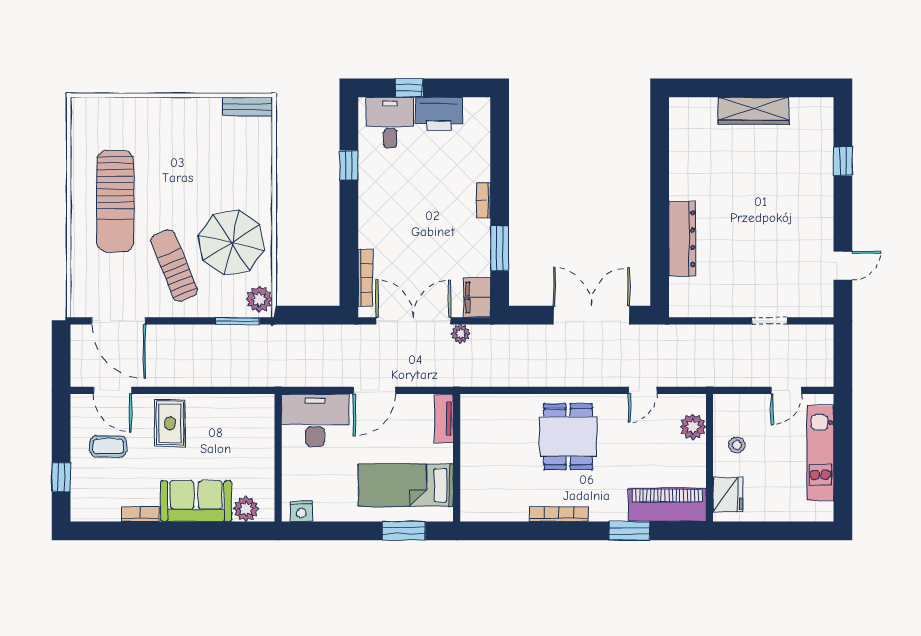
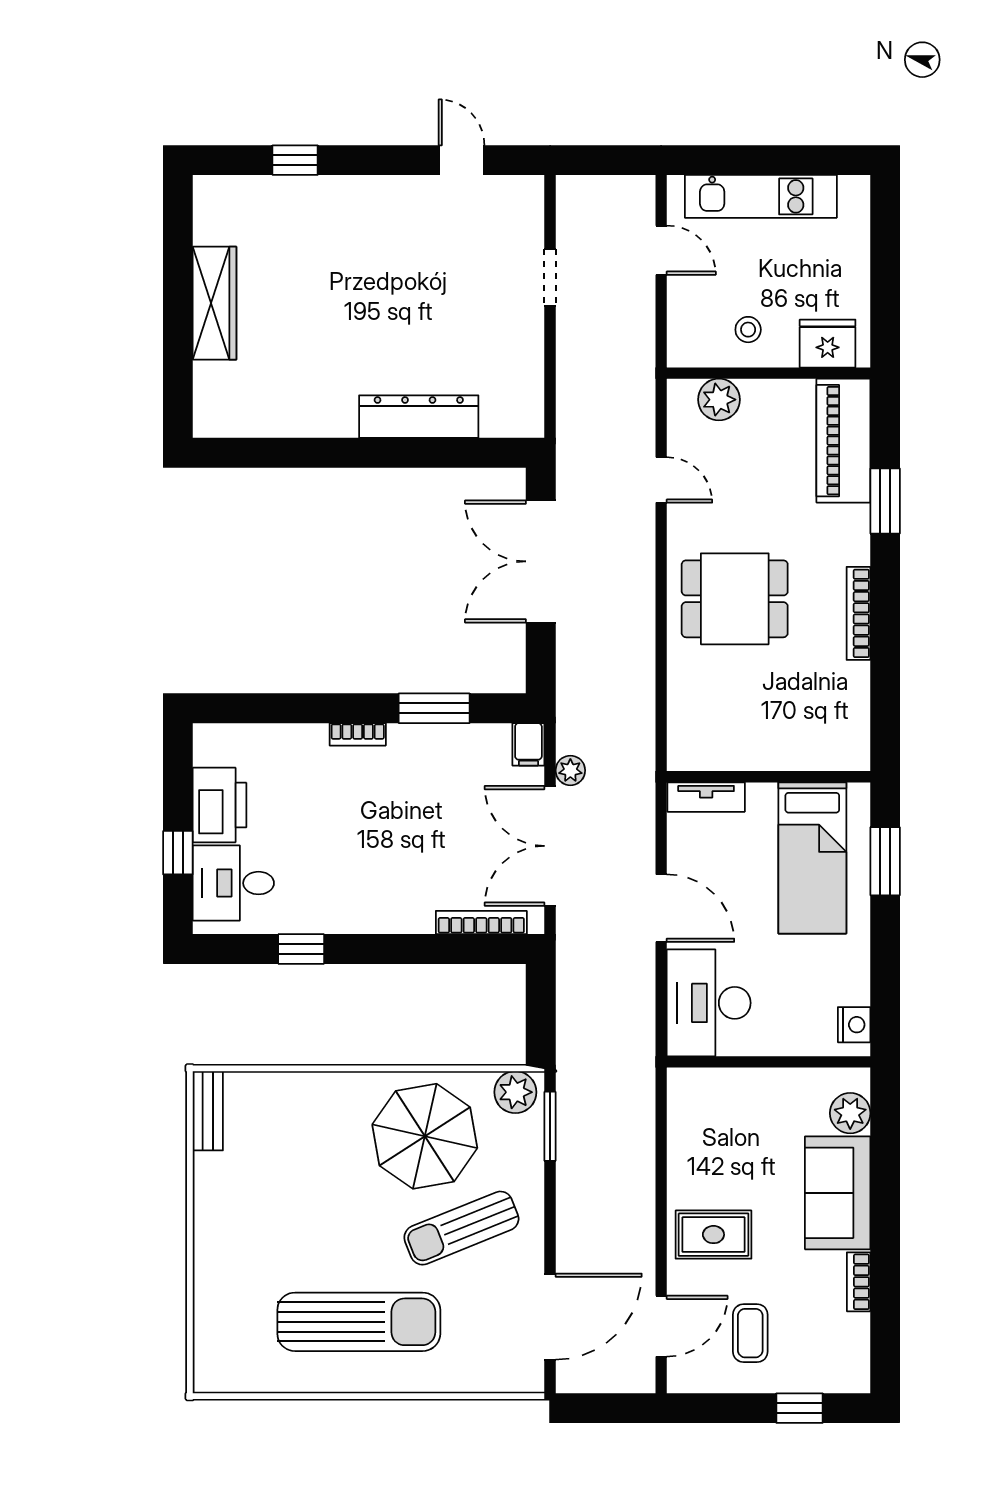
filing cabinet: (477, 297) -> (528, 744), width x0.50

